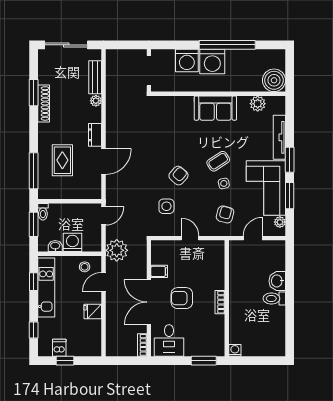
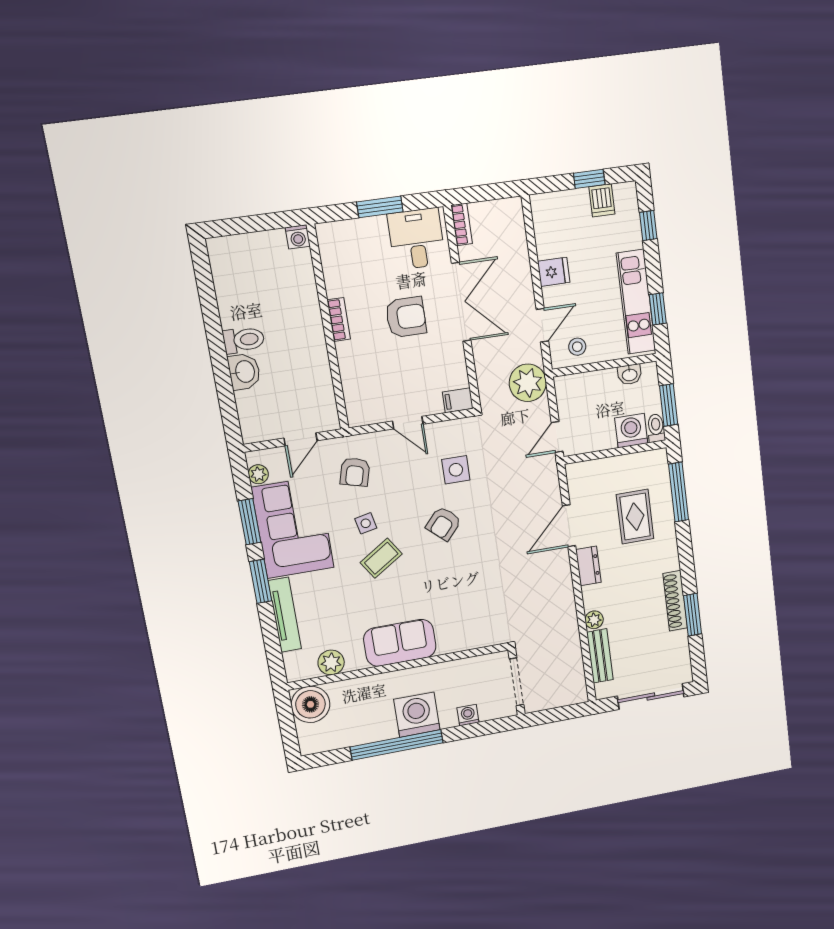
washing machine: (187, 61) -> (468, 715), width x0.53, depth x0.53
washing machine: (72, 242) -> (631, 431), moved, turned 180
filing cabinet: (159, 271) -> (458, 400), moved
window: (204, 361) -> (380, 207), moved

